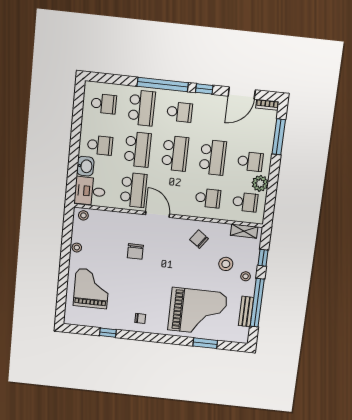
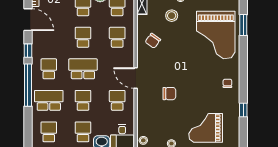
school desk: (138, 149) -> (83, 100), width x0.54
school desk: (213, 157) -> (83, 37), width x0.54
school desk: (133, 190) -> (117, 100), width x0.54
door: (158, 214) -> (136, 78), hinge flipped
grand piano: (197, 311) -> (216, 35), turned 180

